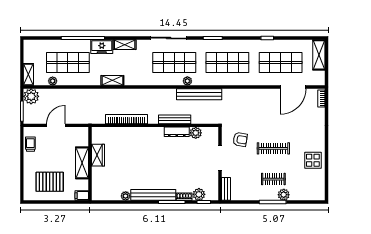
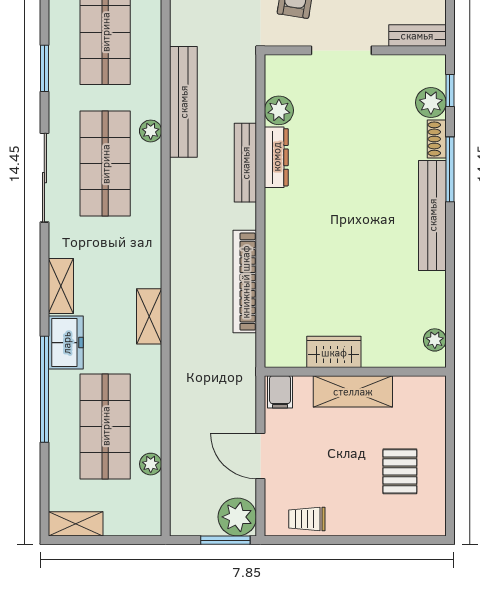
shelving: (28, 74) -> (76, 524), moved
plant: (31, 96) -> (237, 517), moved
pallet: (50, 182) -> (400, 471), width x0.67, depth x0.71
filing cabinet: (82, 196) -> (280, 392), moved
plant: (126, 196) -> (435, 340), moved

